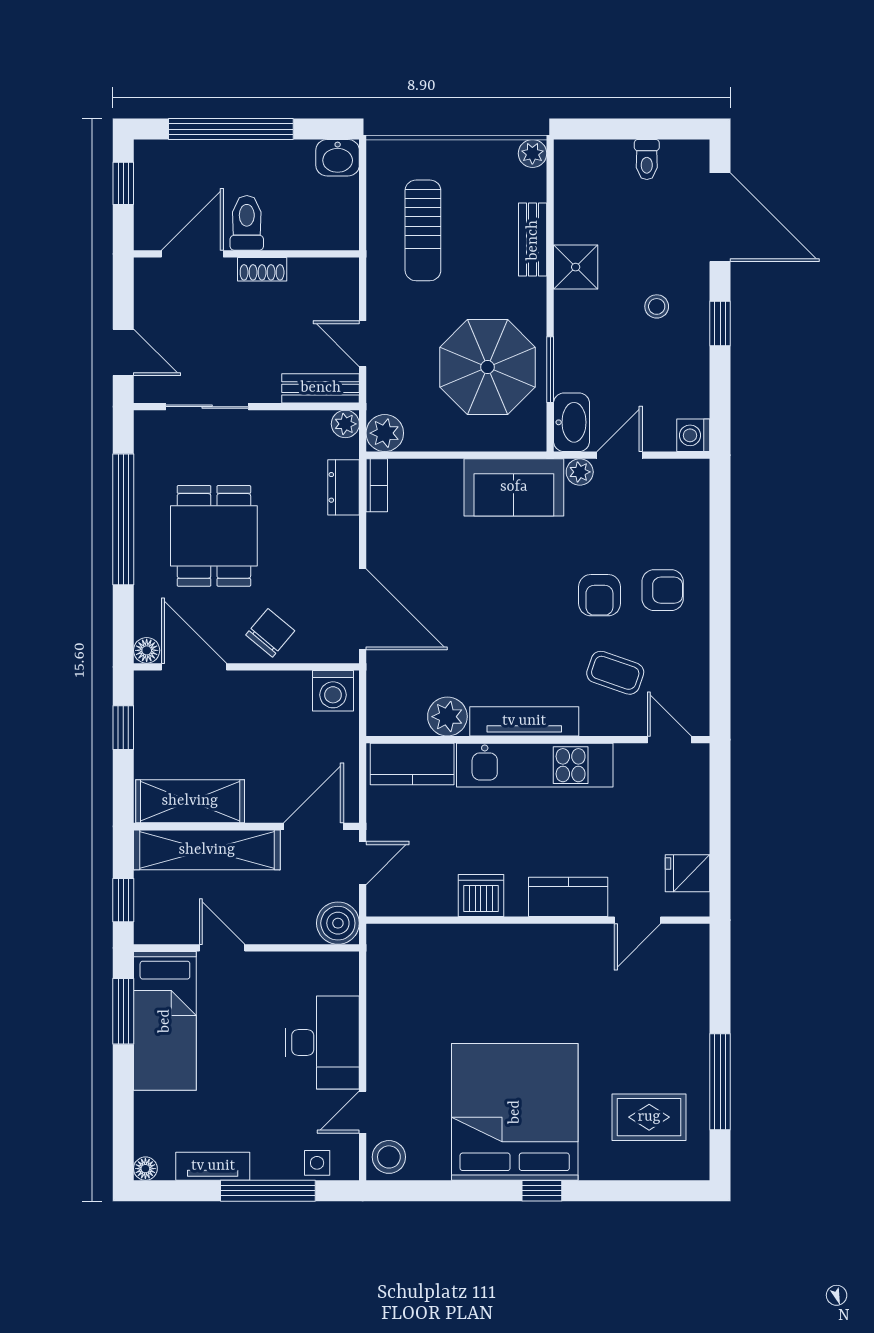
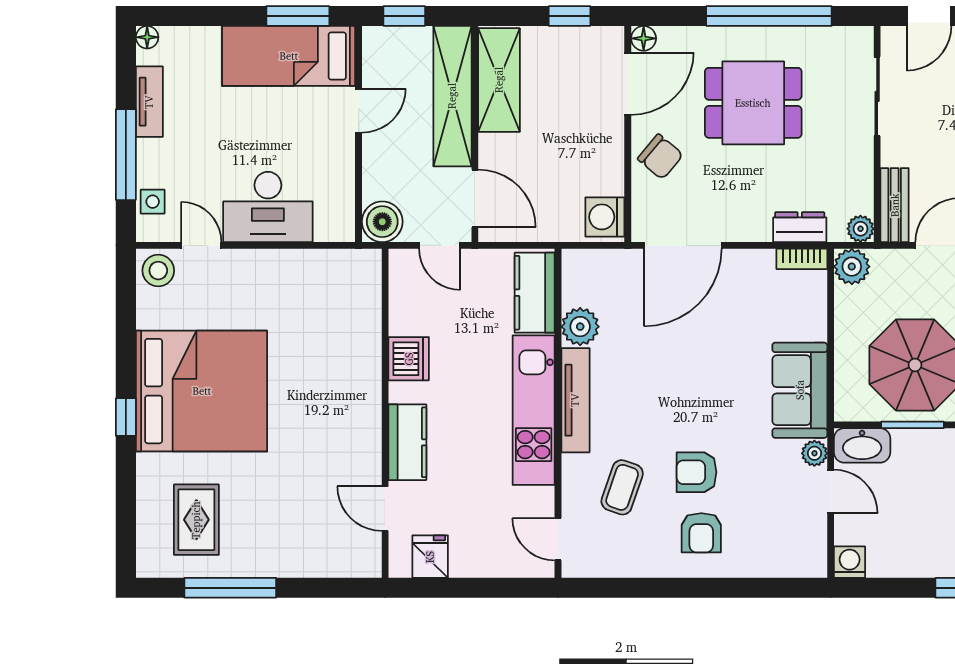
door: (669, 740) -> (558, 539), swing flipped

